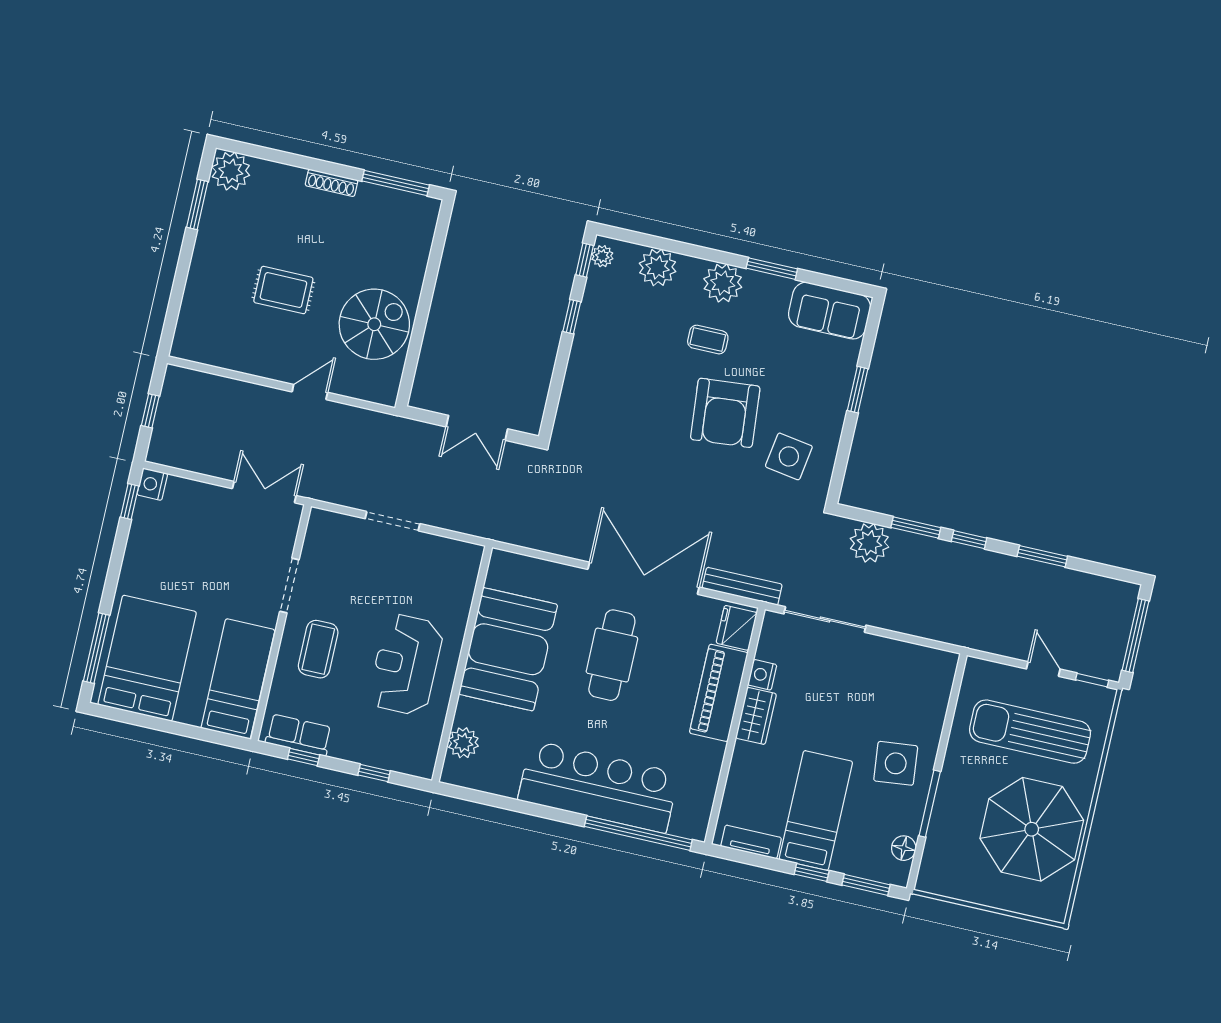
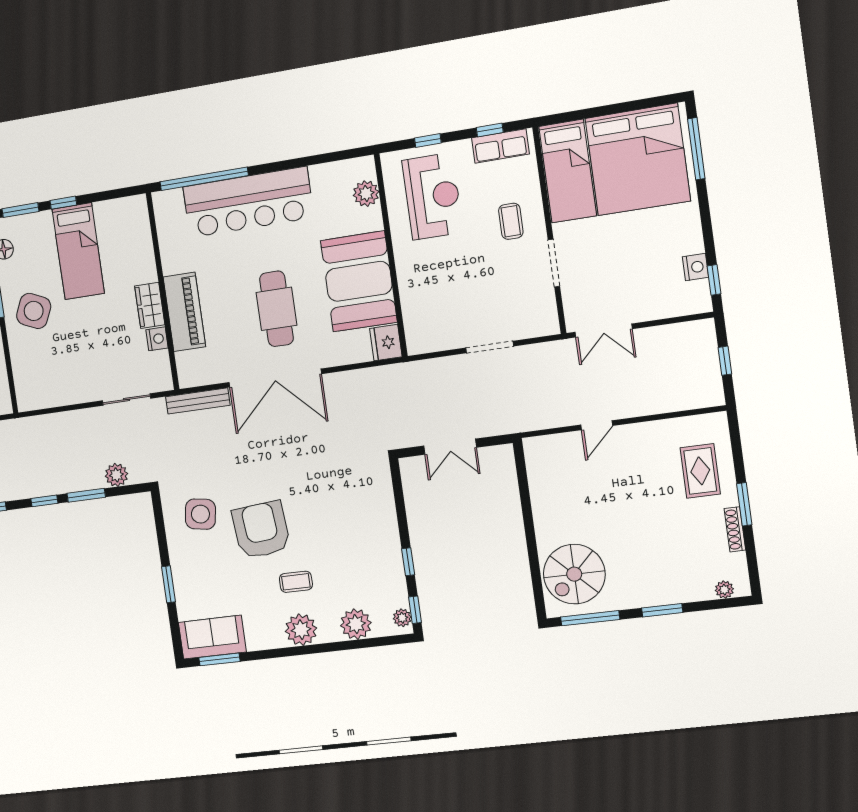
window: (315, 165) -> (662, 610), added
plant: (231, 171) -> (724, 590), width x0.53, depth x0.53
shoe rack: (332, 183) -> (735, 529), moved, turned -90
window: (197, 204) -> (744, 504), moved
window: (772, 269) -> (219, 659), moved
rug: (283, 290) -> (700, 471), moved, turned 90
spiral stairs: (374, 324) -> (574, 574), moved
double door: (477, 428) -> (450, 447), swing flipped
nightstand: (152, 484) -> (696, 267), moved
plant: (869, 543) -> (116, 475), width x0.73, depth x0.73
sliding door: (825, 619) -> (127, 400), width x0.73
fridge: (737, 628) -> (386, 343), moved, turned 180
coffee table: (318, 649) -> (511, 221), width x0.73, depth x0.77
bed: (147, 658) -> (638, 160), width x1.36
reception desk: (406, 665) -> (432, 196), moved
side table: (896, 763) -> (34, 311), turned 30
tv unit: (751, 842) -> (117, 207), removed

